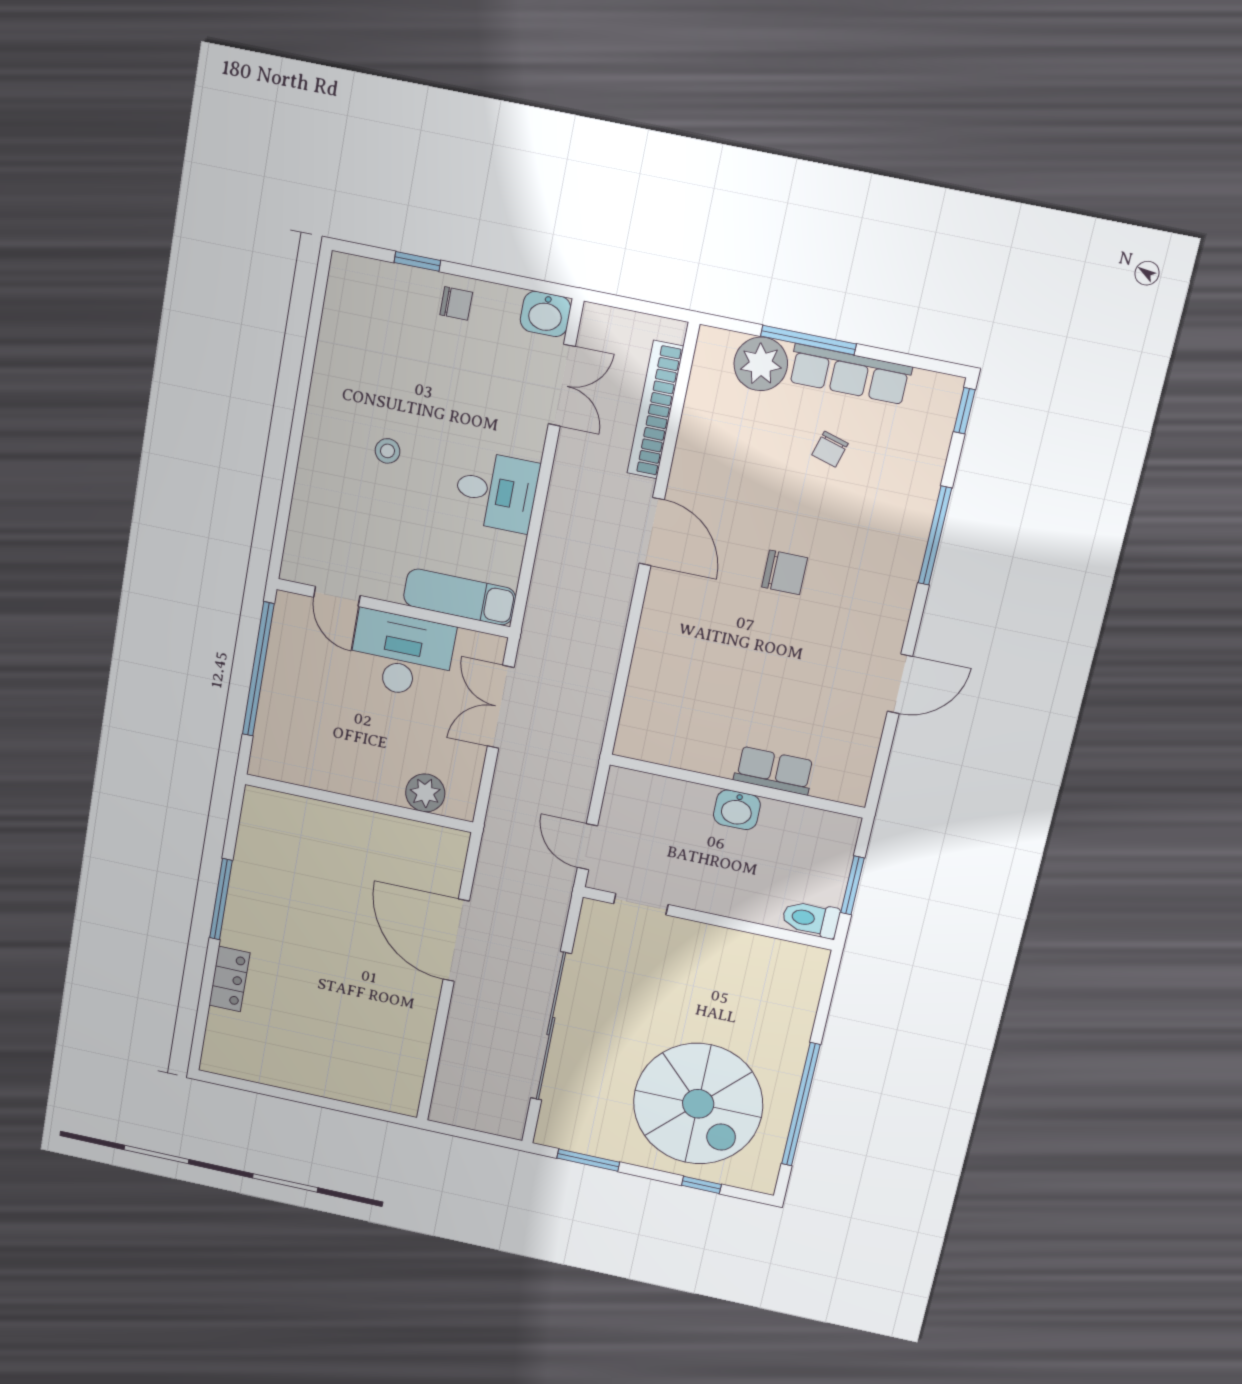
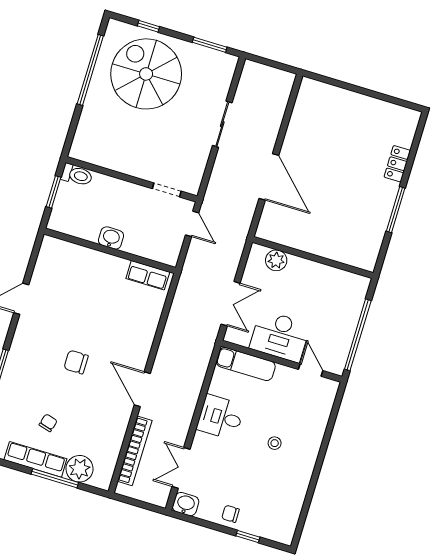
row of seats: (774, 771) -> (148, 275), moved
sliding door: (551, 1026) -> (222, 124), width x0.54

